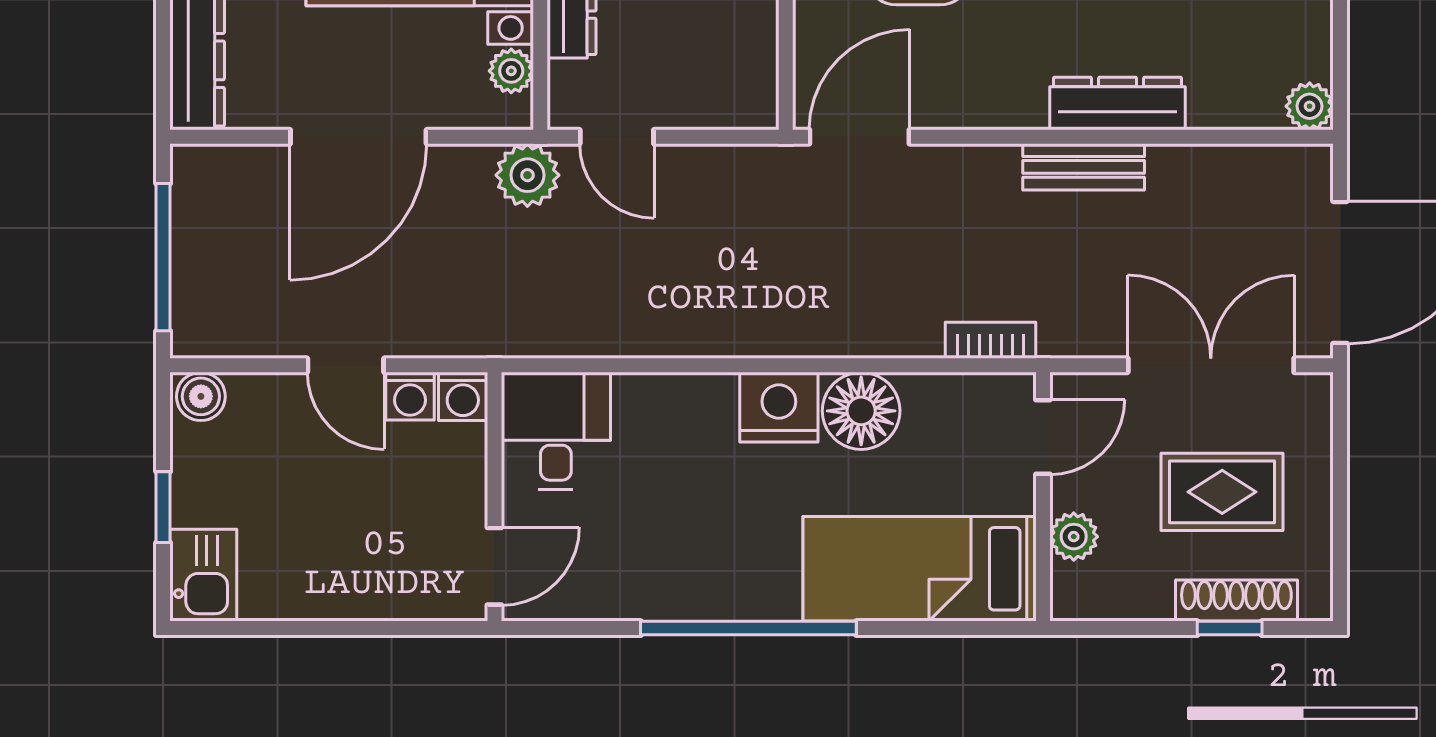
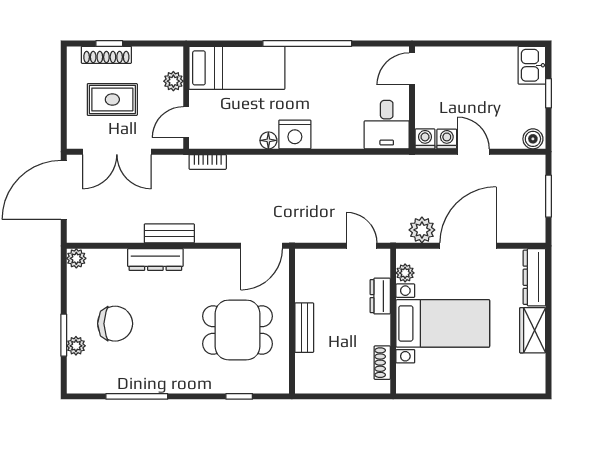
plant: (527, 175) -> (422, 230), moved
window: (163, 257) -> (548, 196), width x0.69
floor lamp: (861, 411) -> (268, 140), width x0.53, depth x0.53

